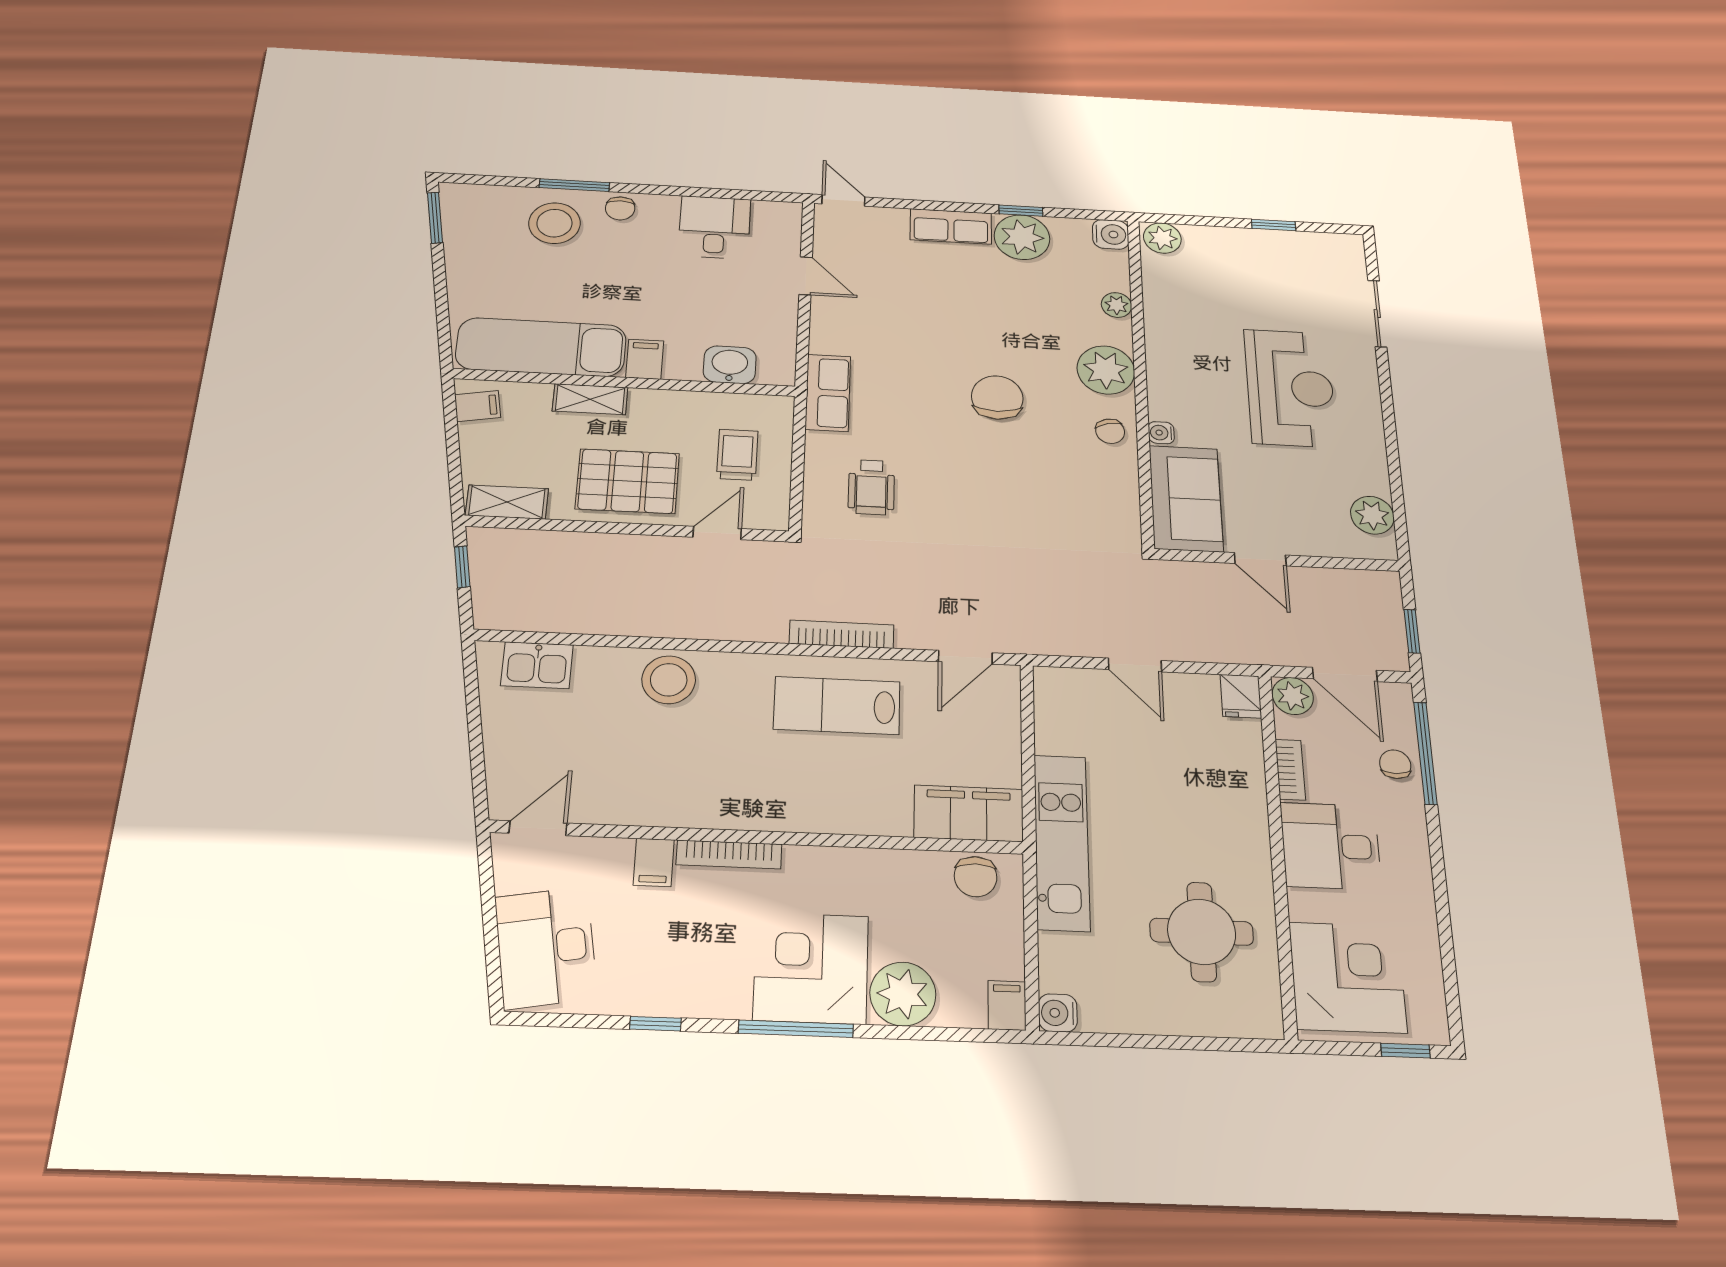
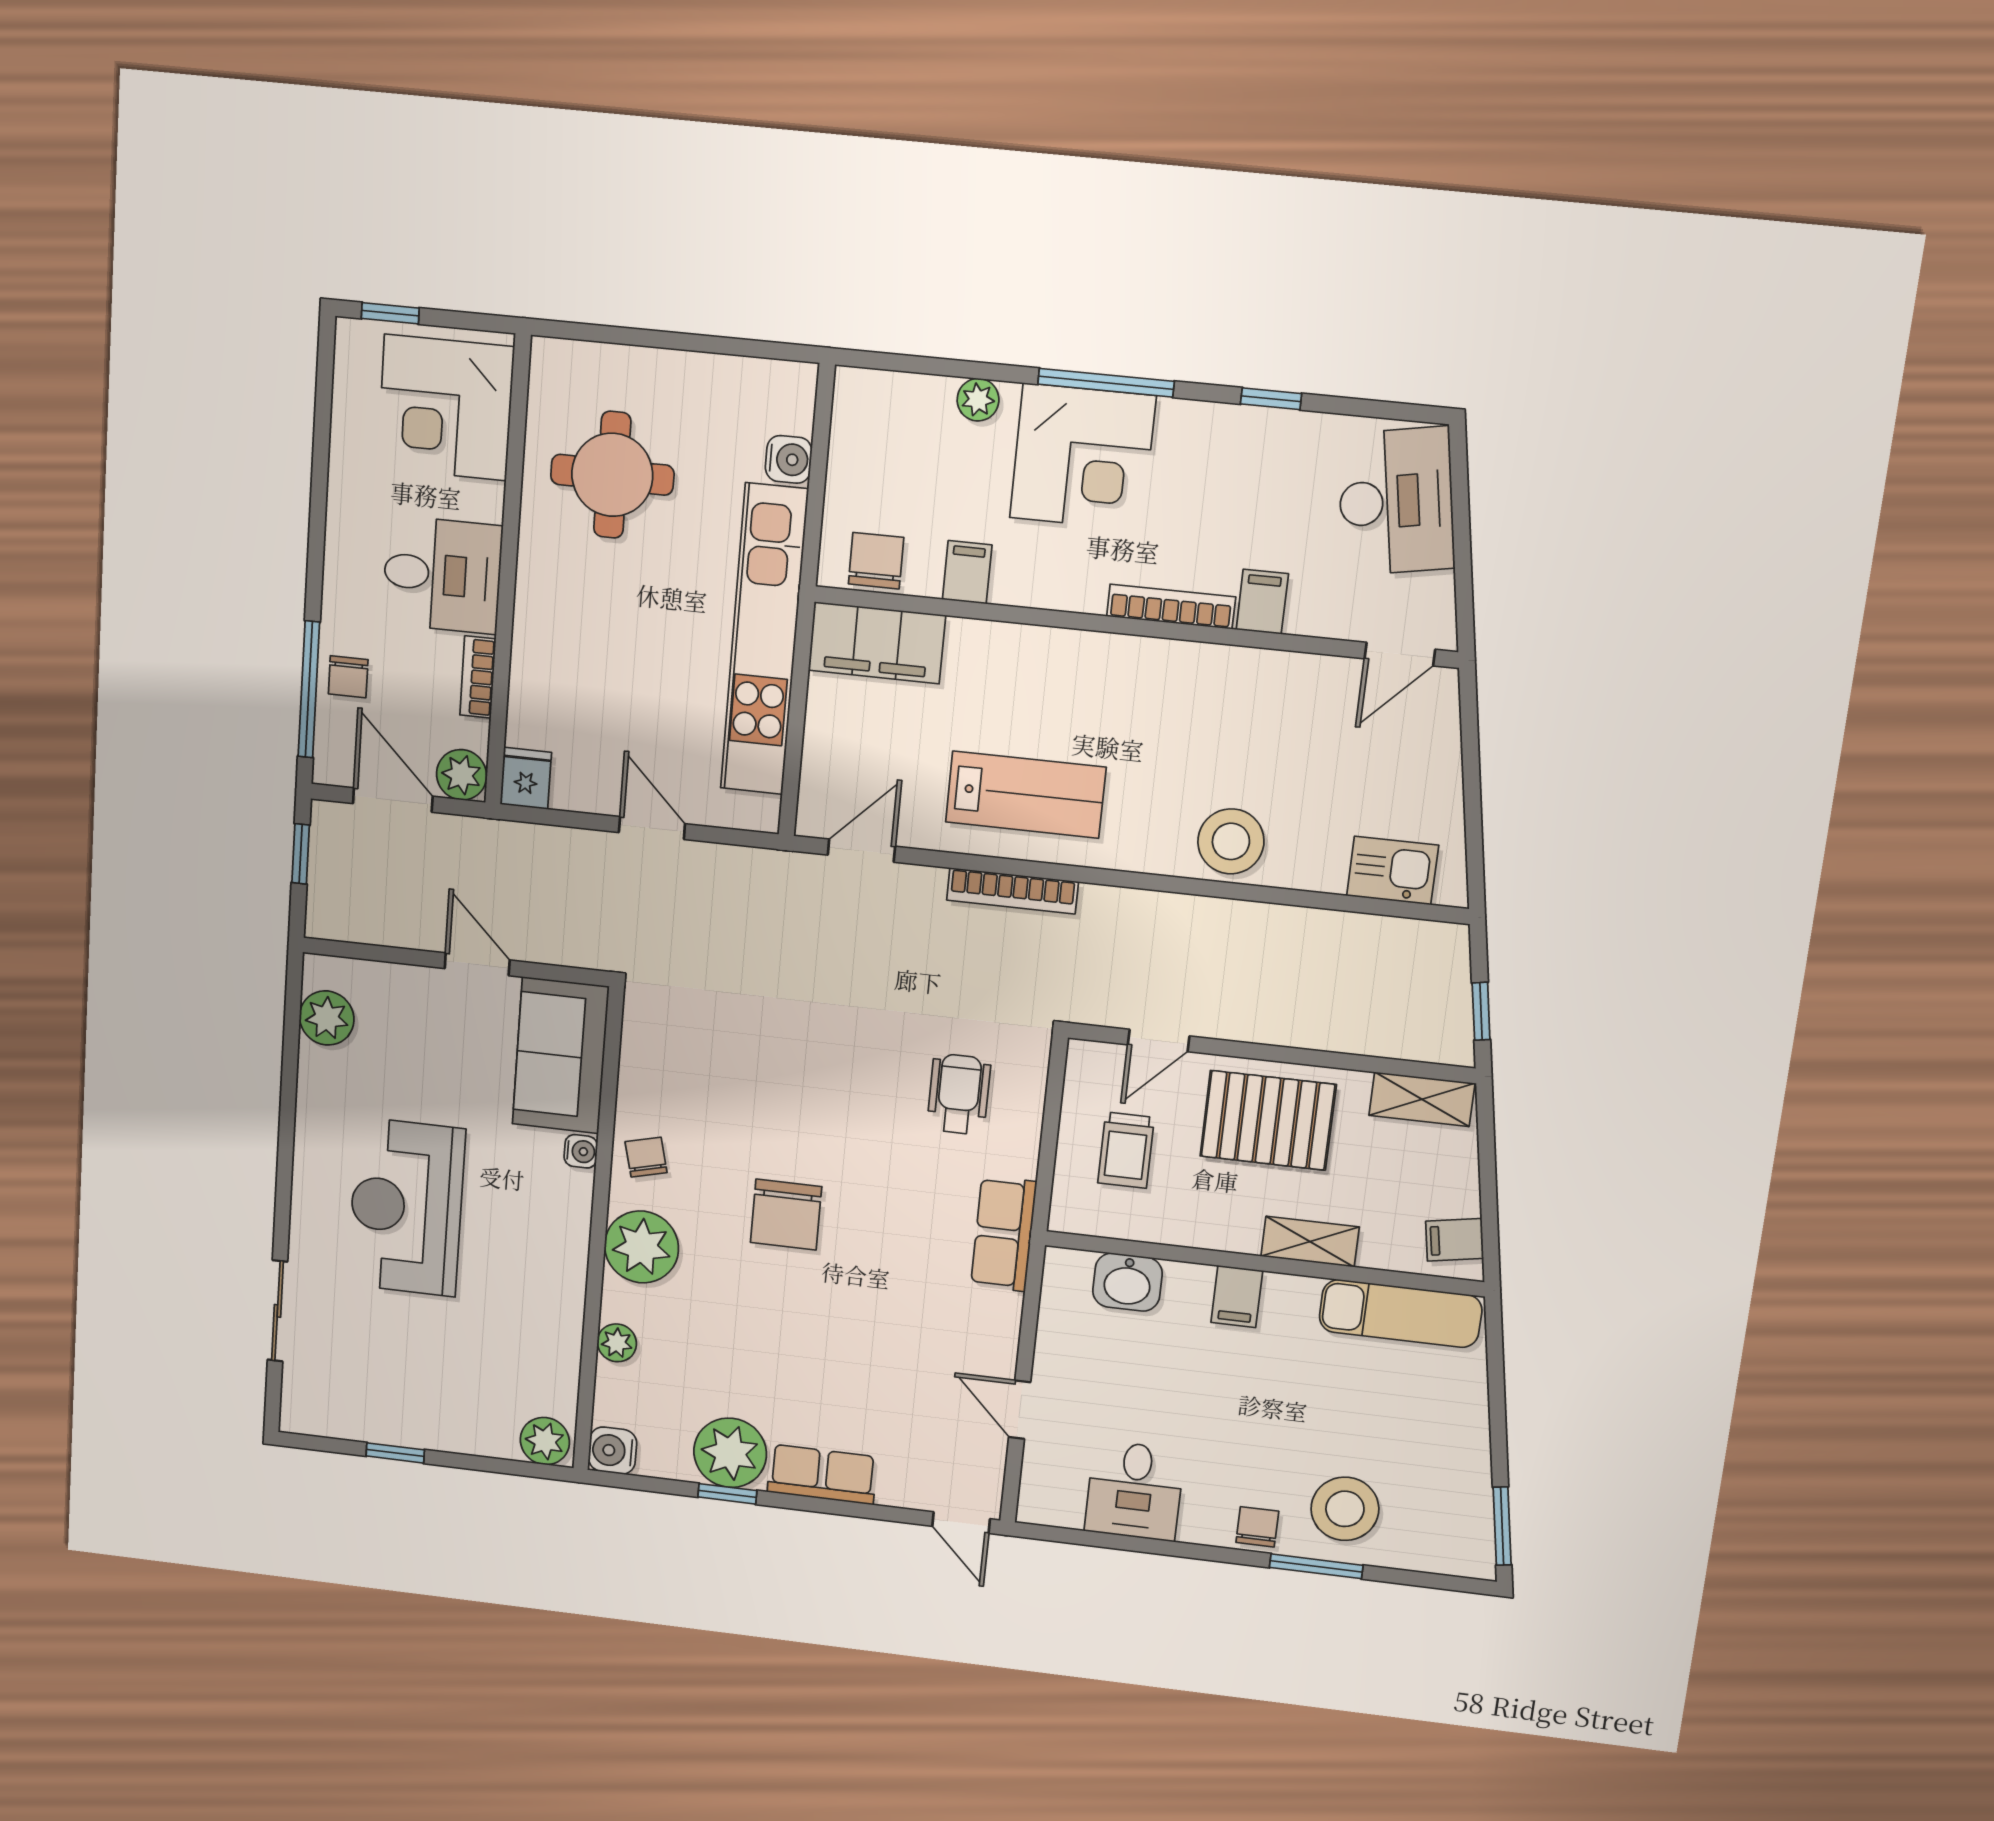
exam couch: (541, 347) -> (1400, 1314), width x0.73, depth x0.69
kitchen unit: (1062, 842) -> (764, 640), width x1.36
plant: (903, 994) -> (978, 400), width x0.53, depth x0.53
filing cabinet: (1007, 1005) -> (967, 572), moved, turned 180
water cooler: (1058, 1013) -> (789, 459), moved

